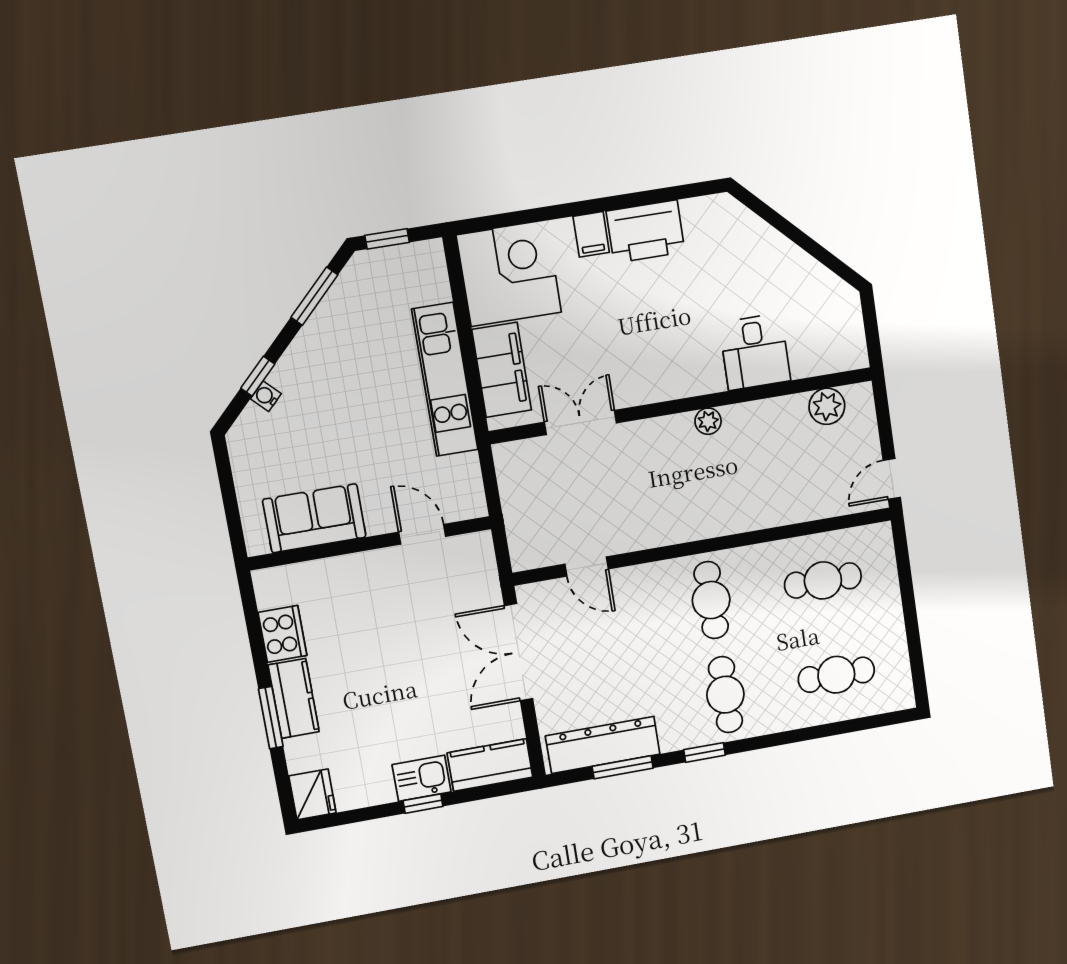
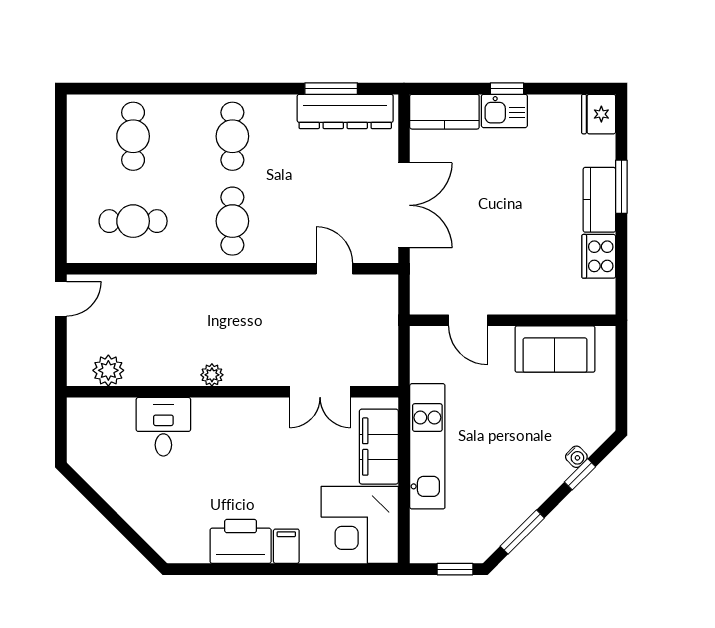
cafe table: (836, 675) -> (133, 136), turned 90
window: (704, 752) -> (258, 89), removed

